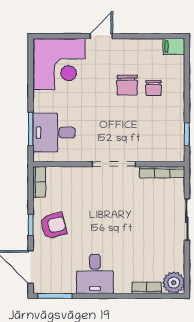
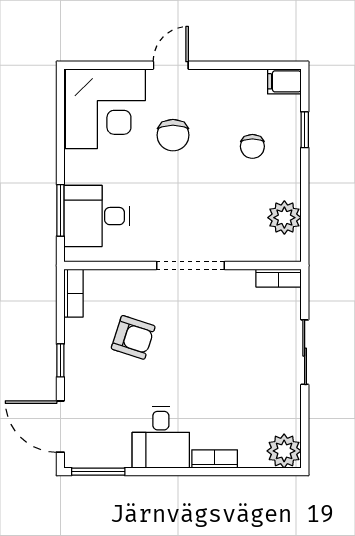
chair: (127, 85) -> (173, 135), moved
plant: (174, 134) -> (284, 218), added
window: (187, 134) -> (305, 130), moved
bookcase: (162, 172) -> (279, 278), width x0.64
armchair: (54, 226) -> (133, 337), moved, turned 33
bookcase: (147, 288) -> (215, 459), moved

